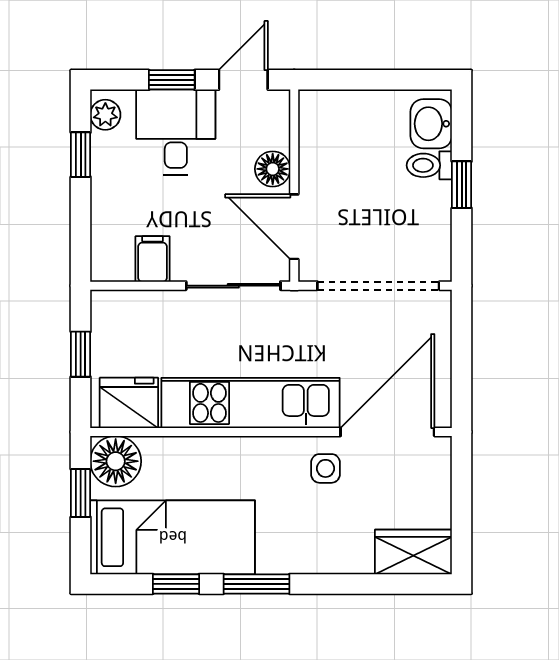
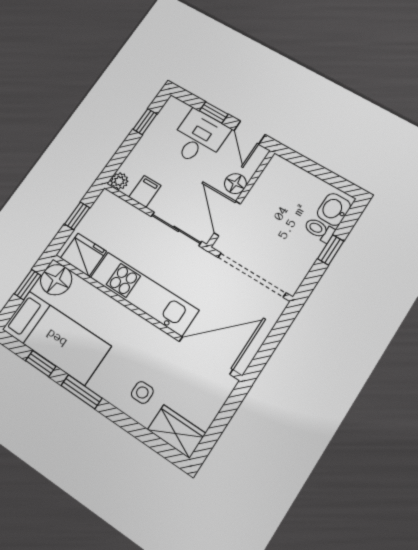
door: (243, 80) -> (250, 133), swing flipped
plant: (105, 115) -> (119, 181), moved
side table: (325, 468) -> (142, 392), moved

